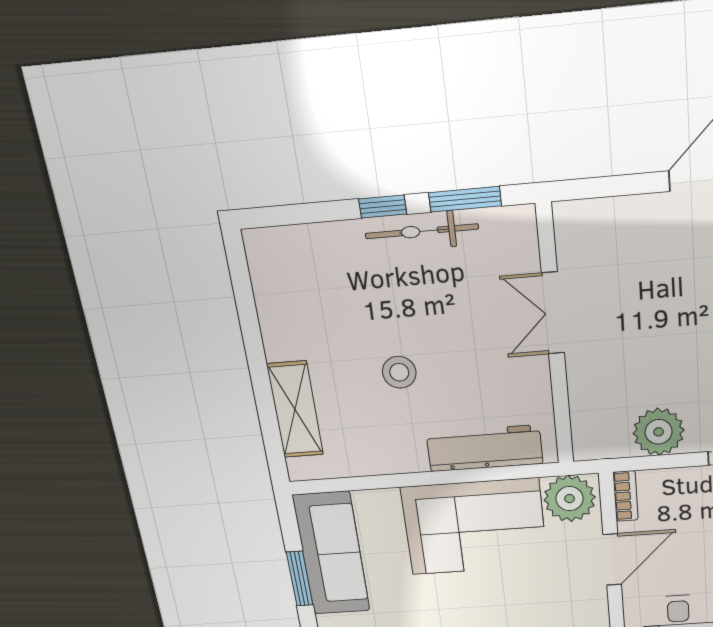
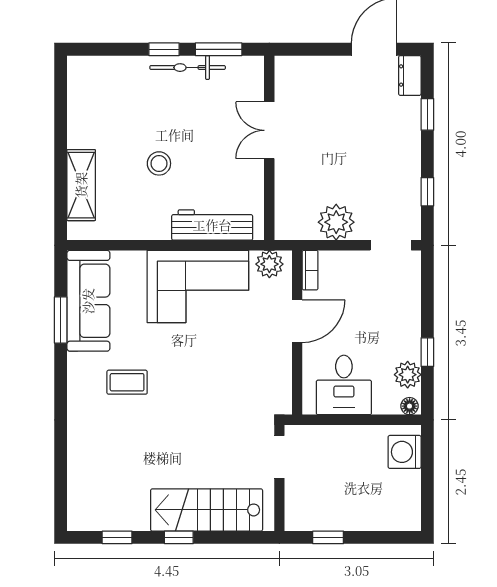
plant: (570, 499) -> (269, 264), width x0.73, depth x0.73

